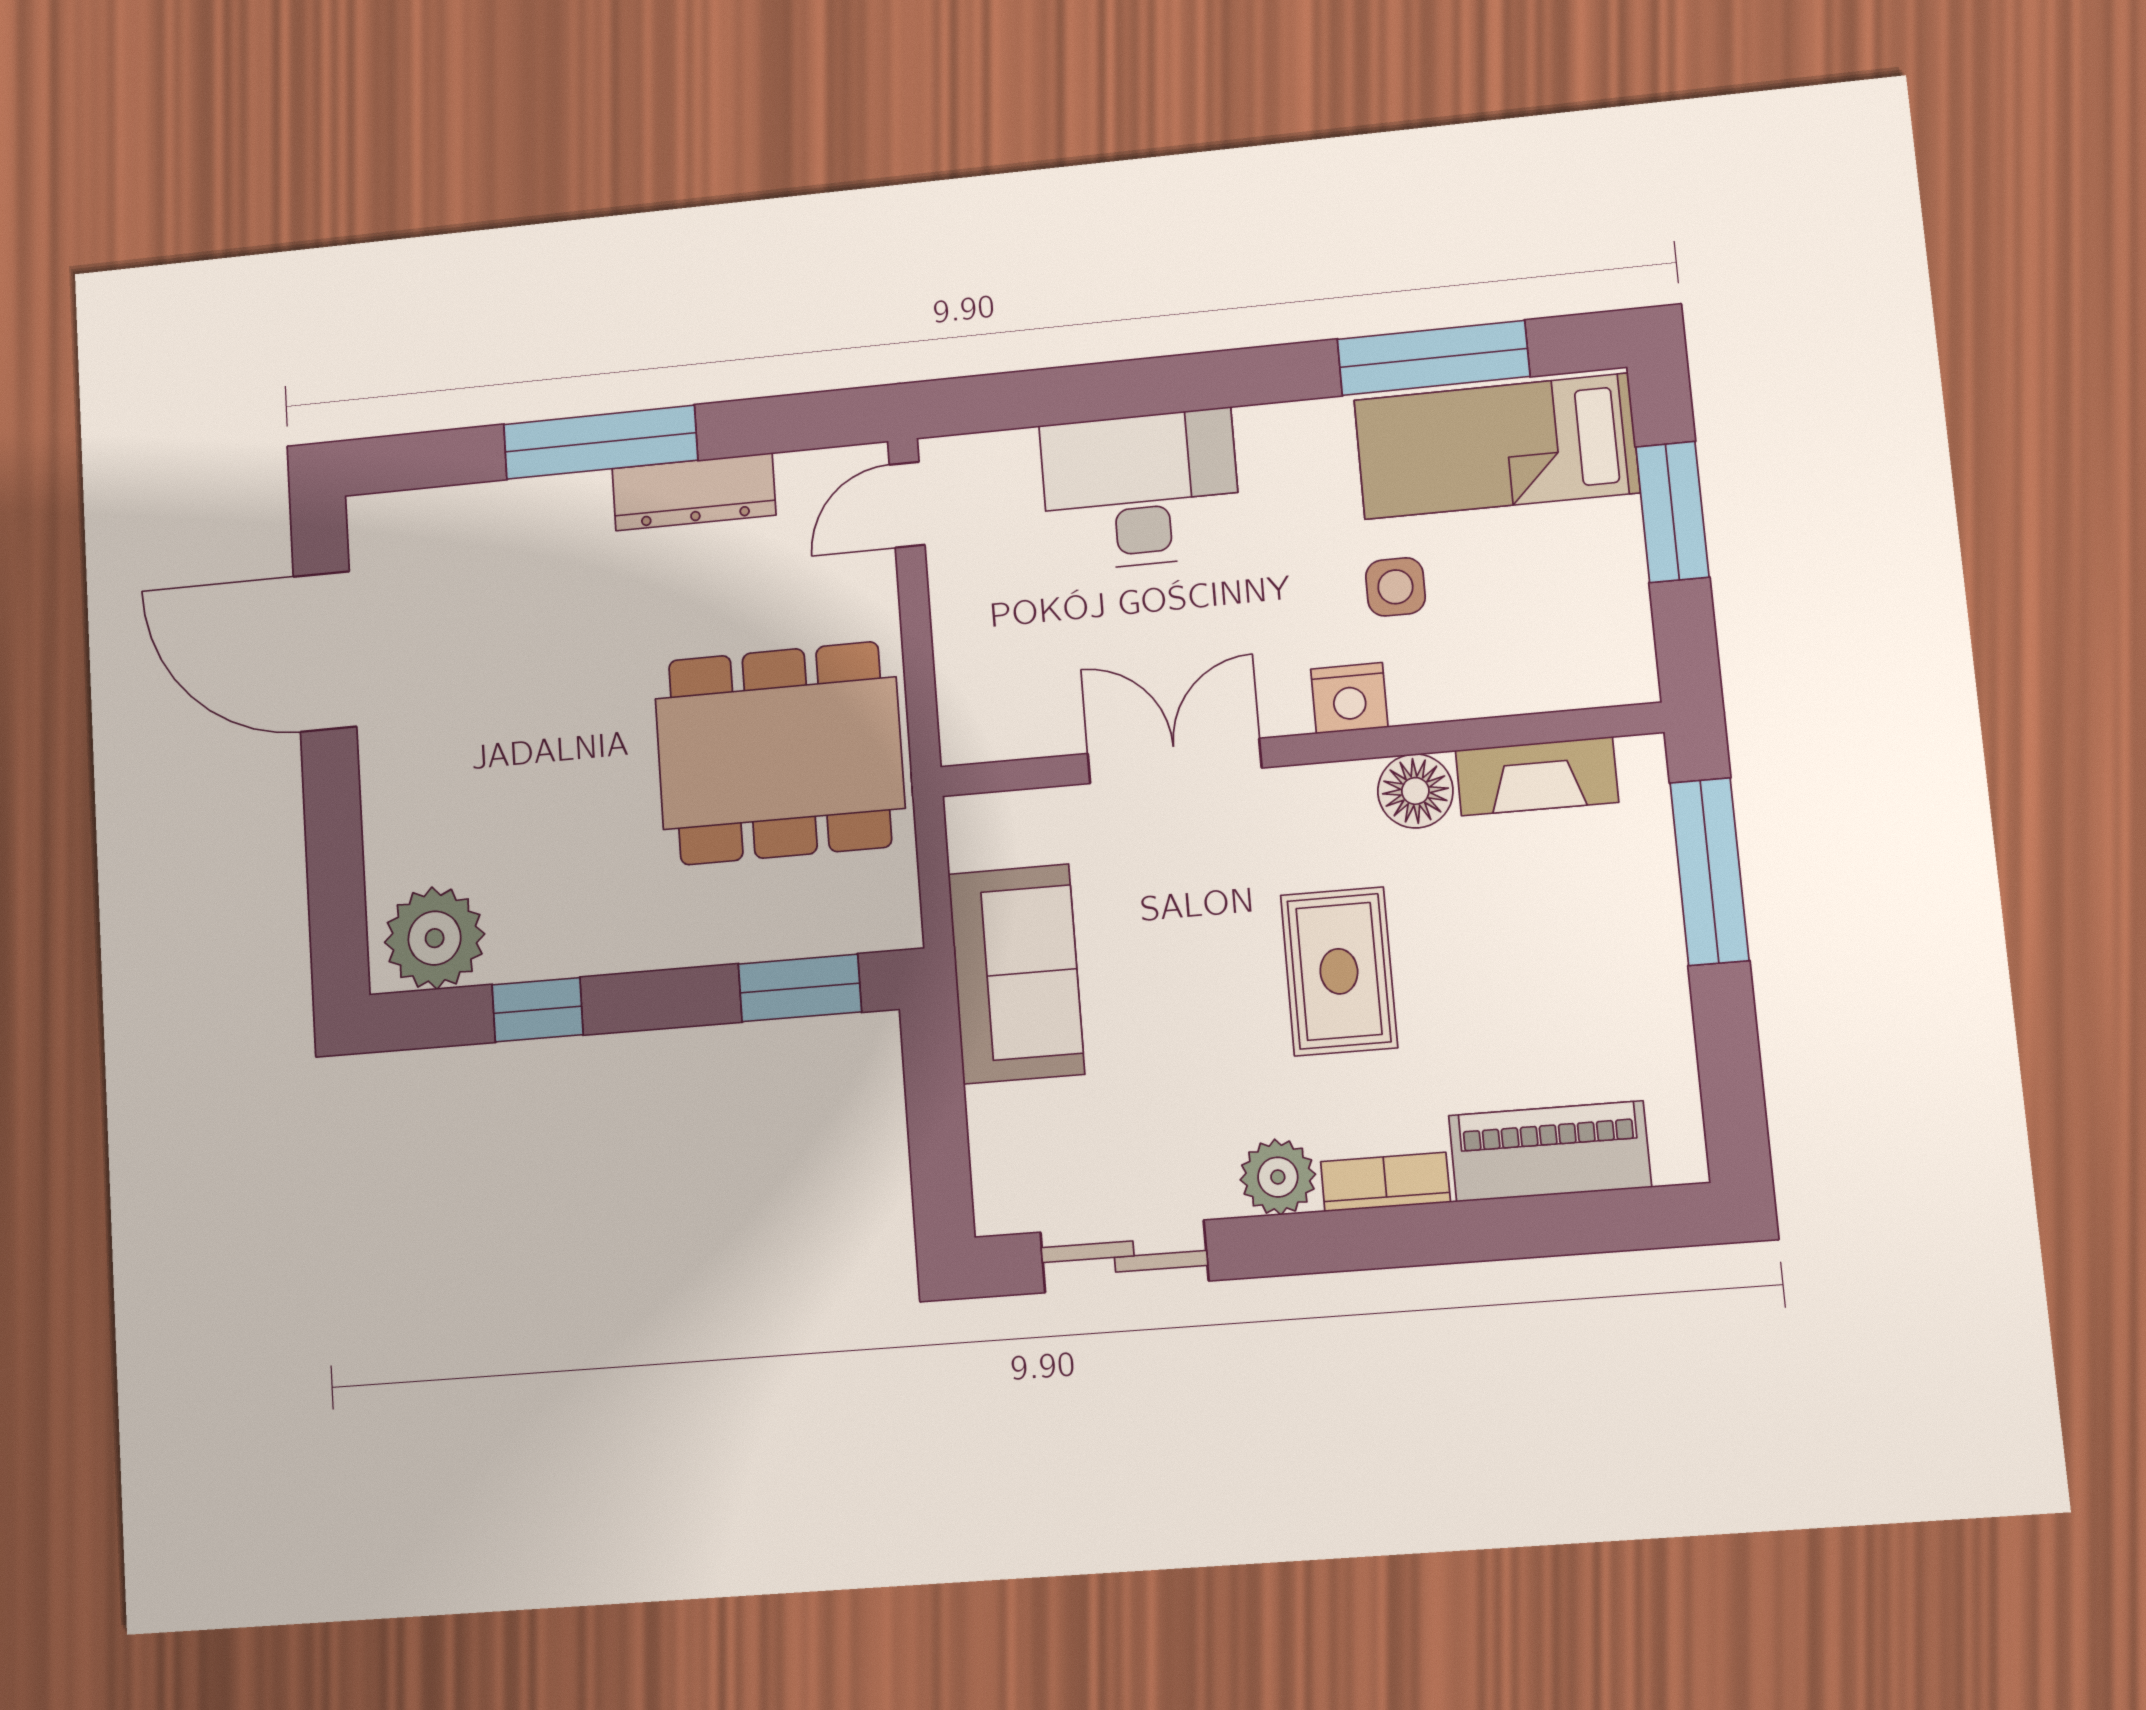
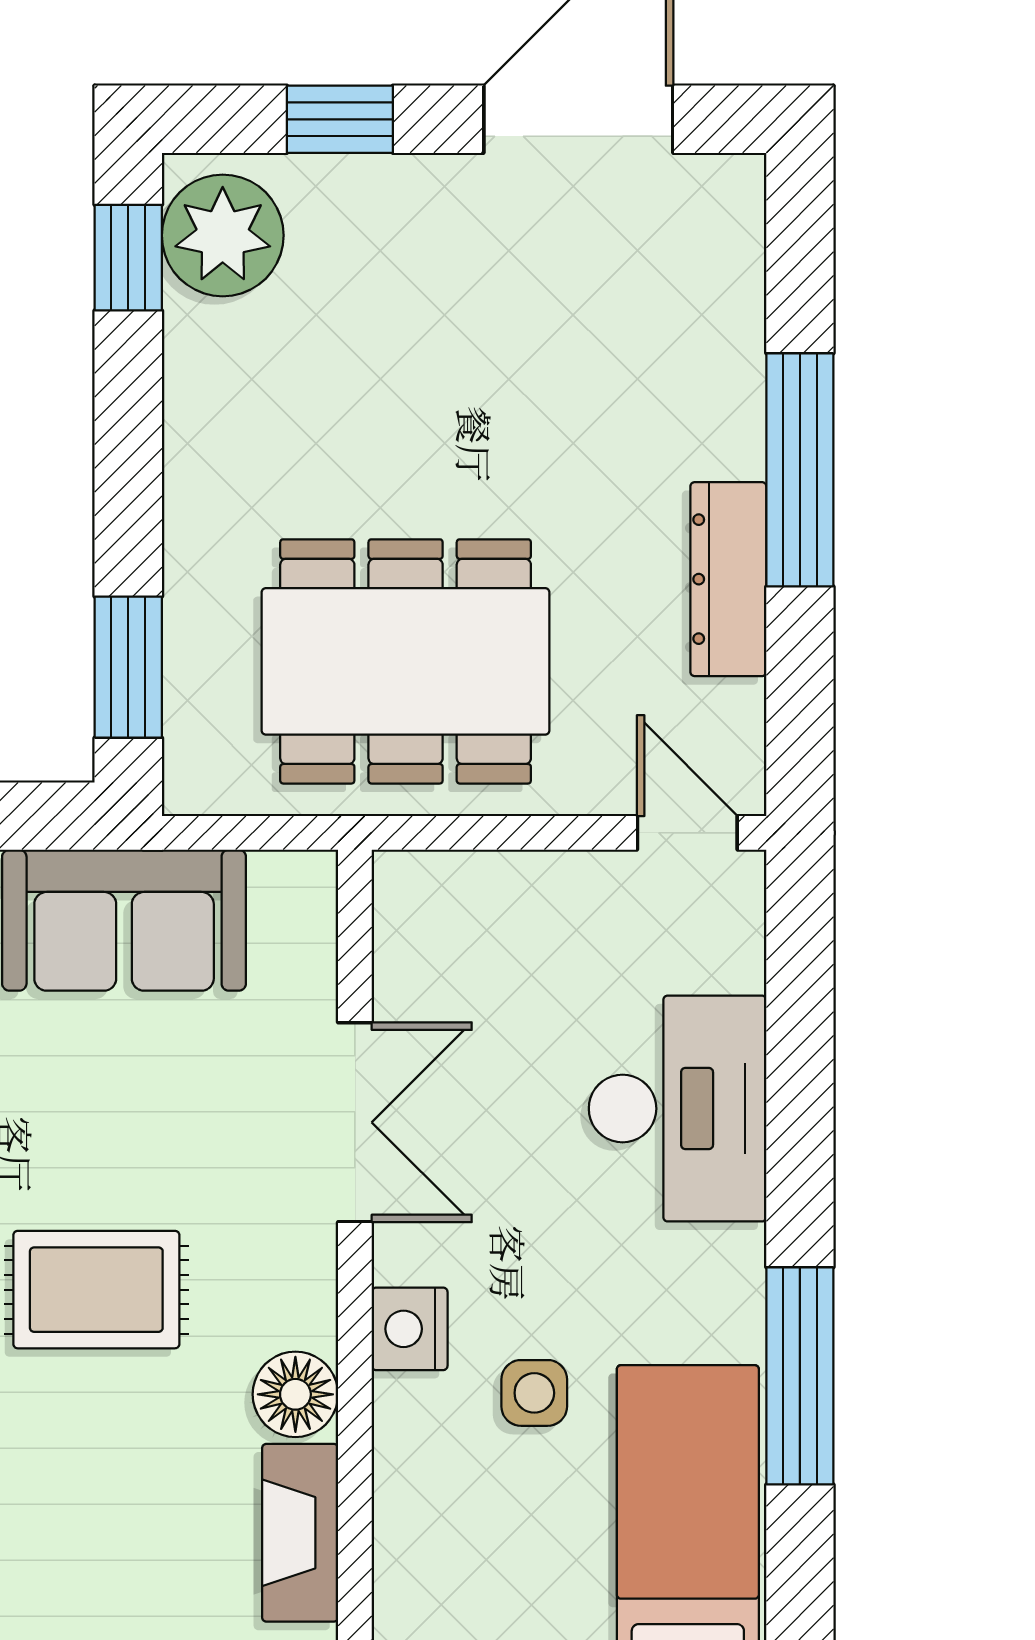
window: (1433, 358) -> (800, 1376), moved
dining table: (780, 753) -> (406, 661), turned 90
window: (334, 848) -> (340, 119), added
window: (538, 1010) -> (128, 258), moved

